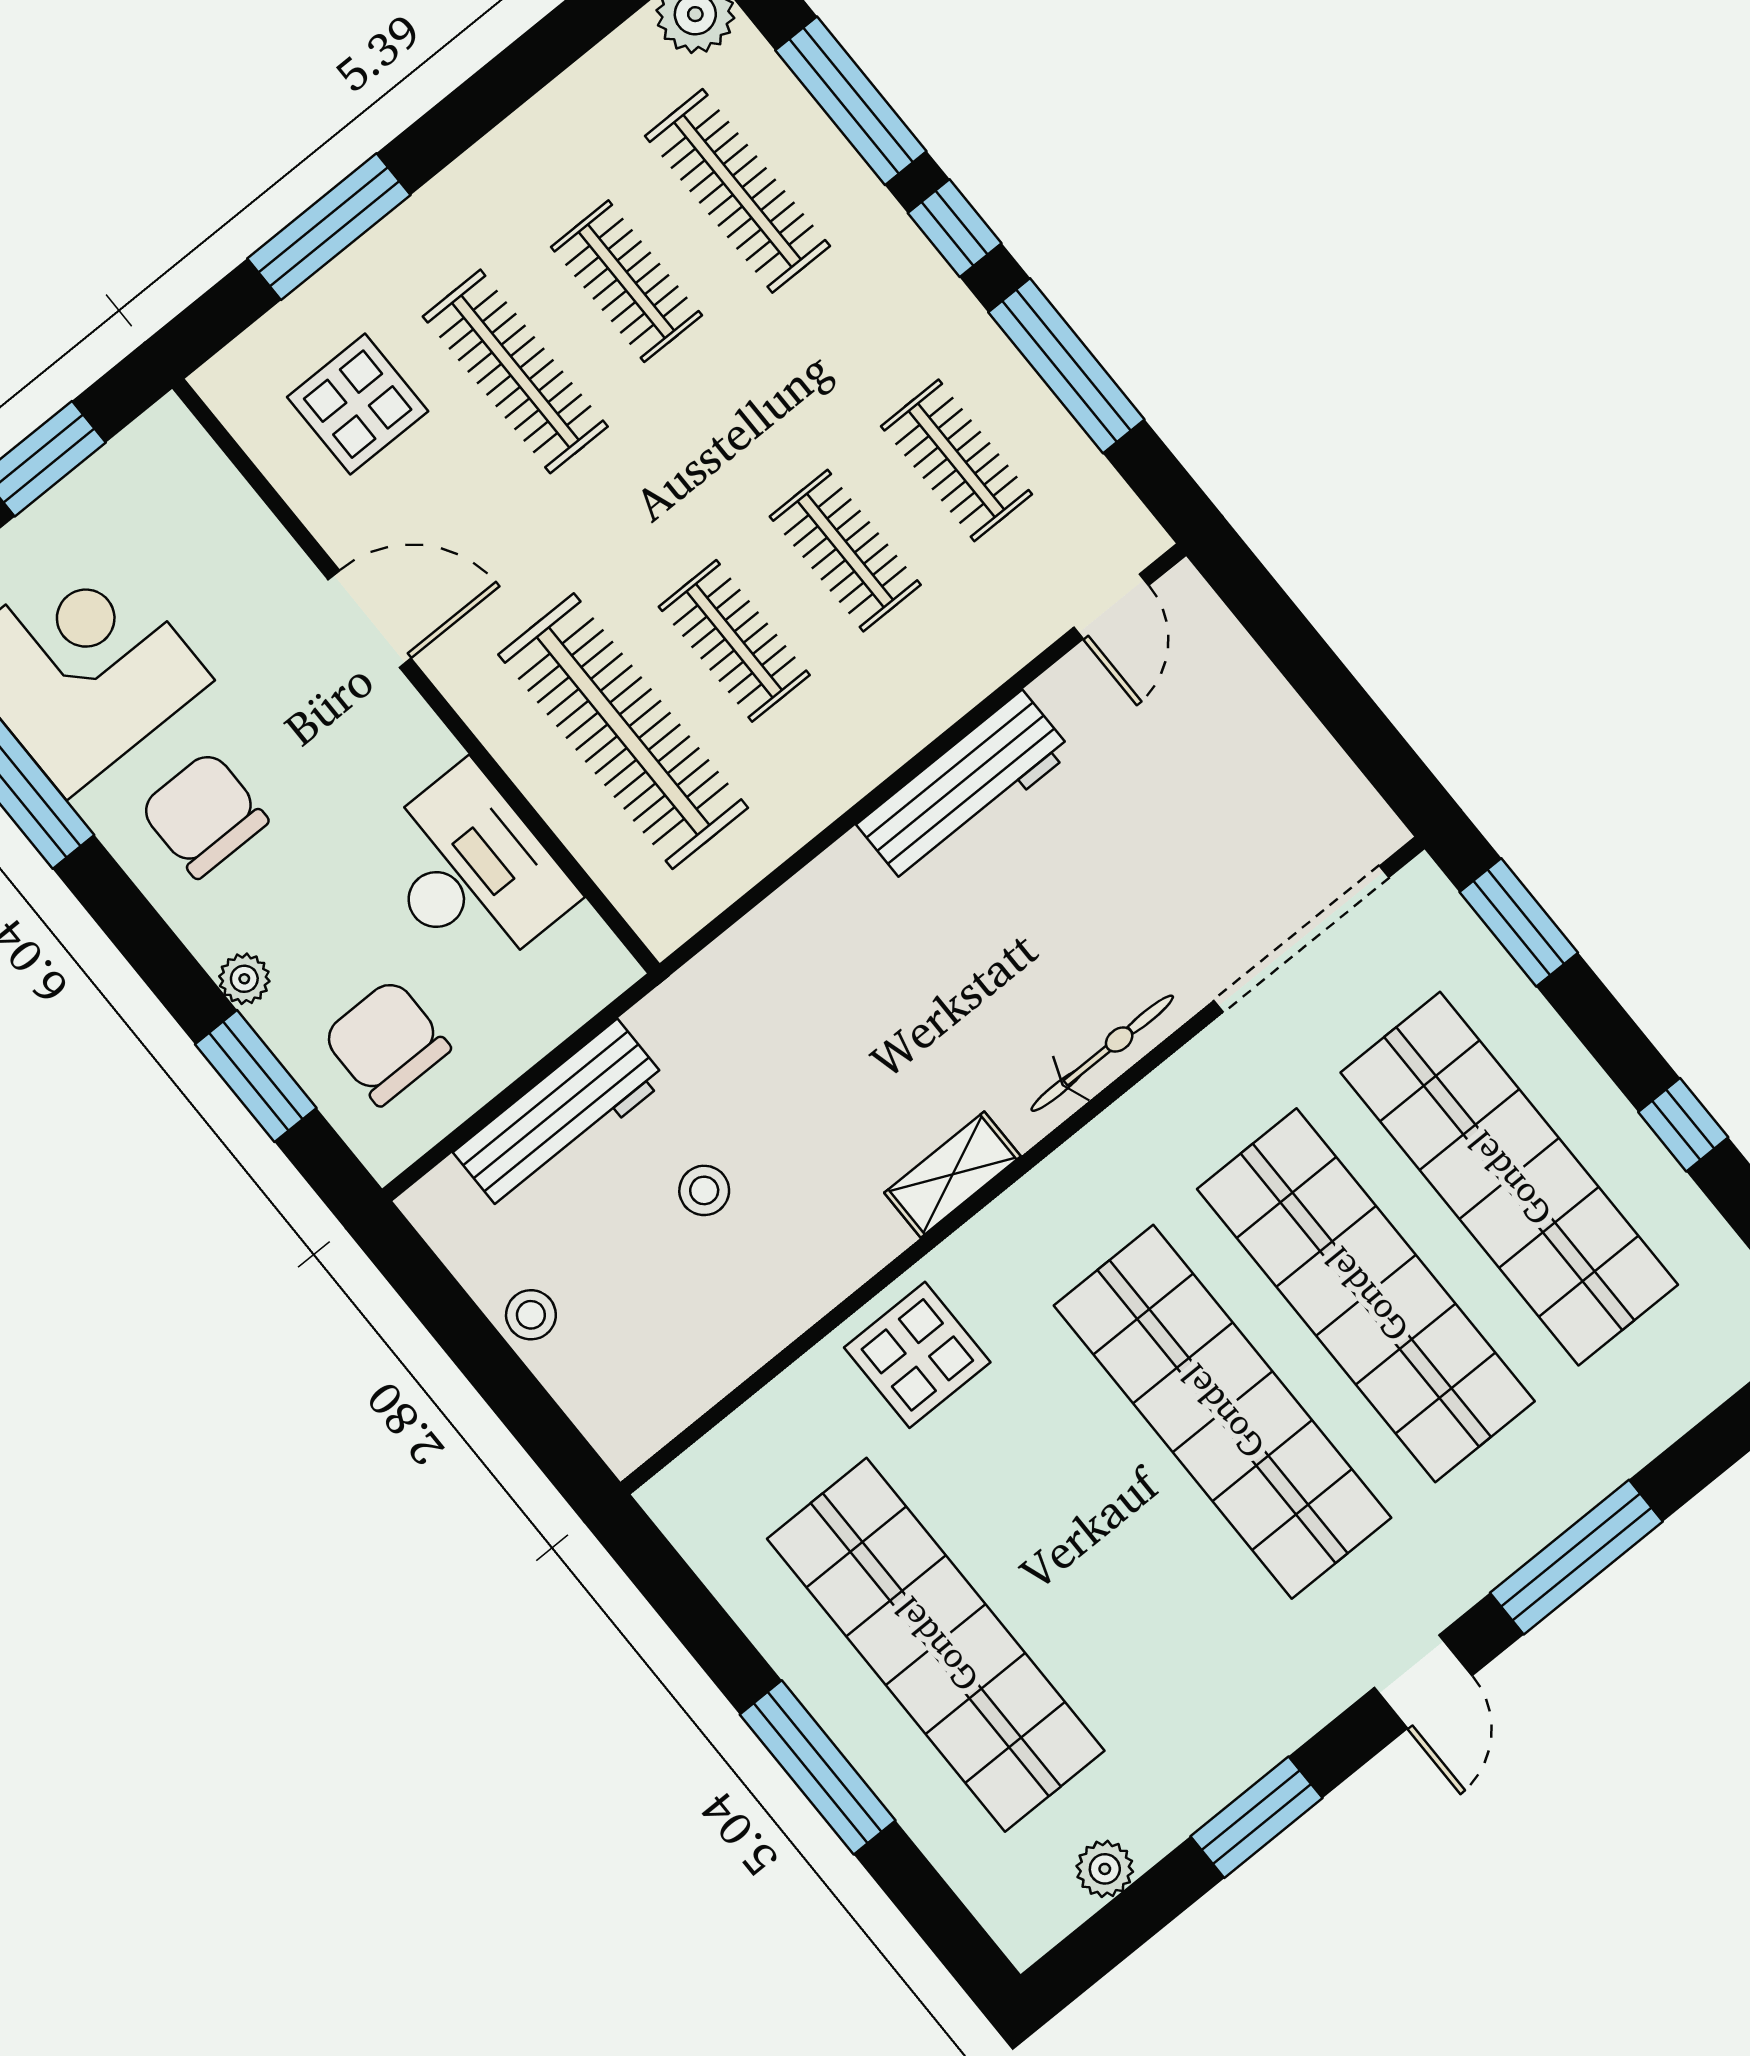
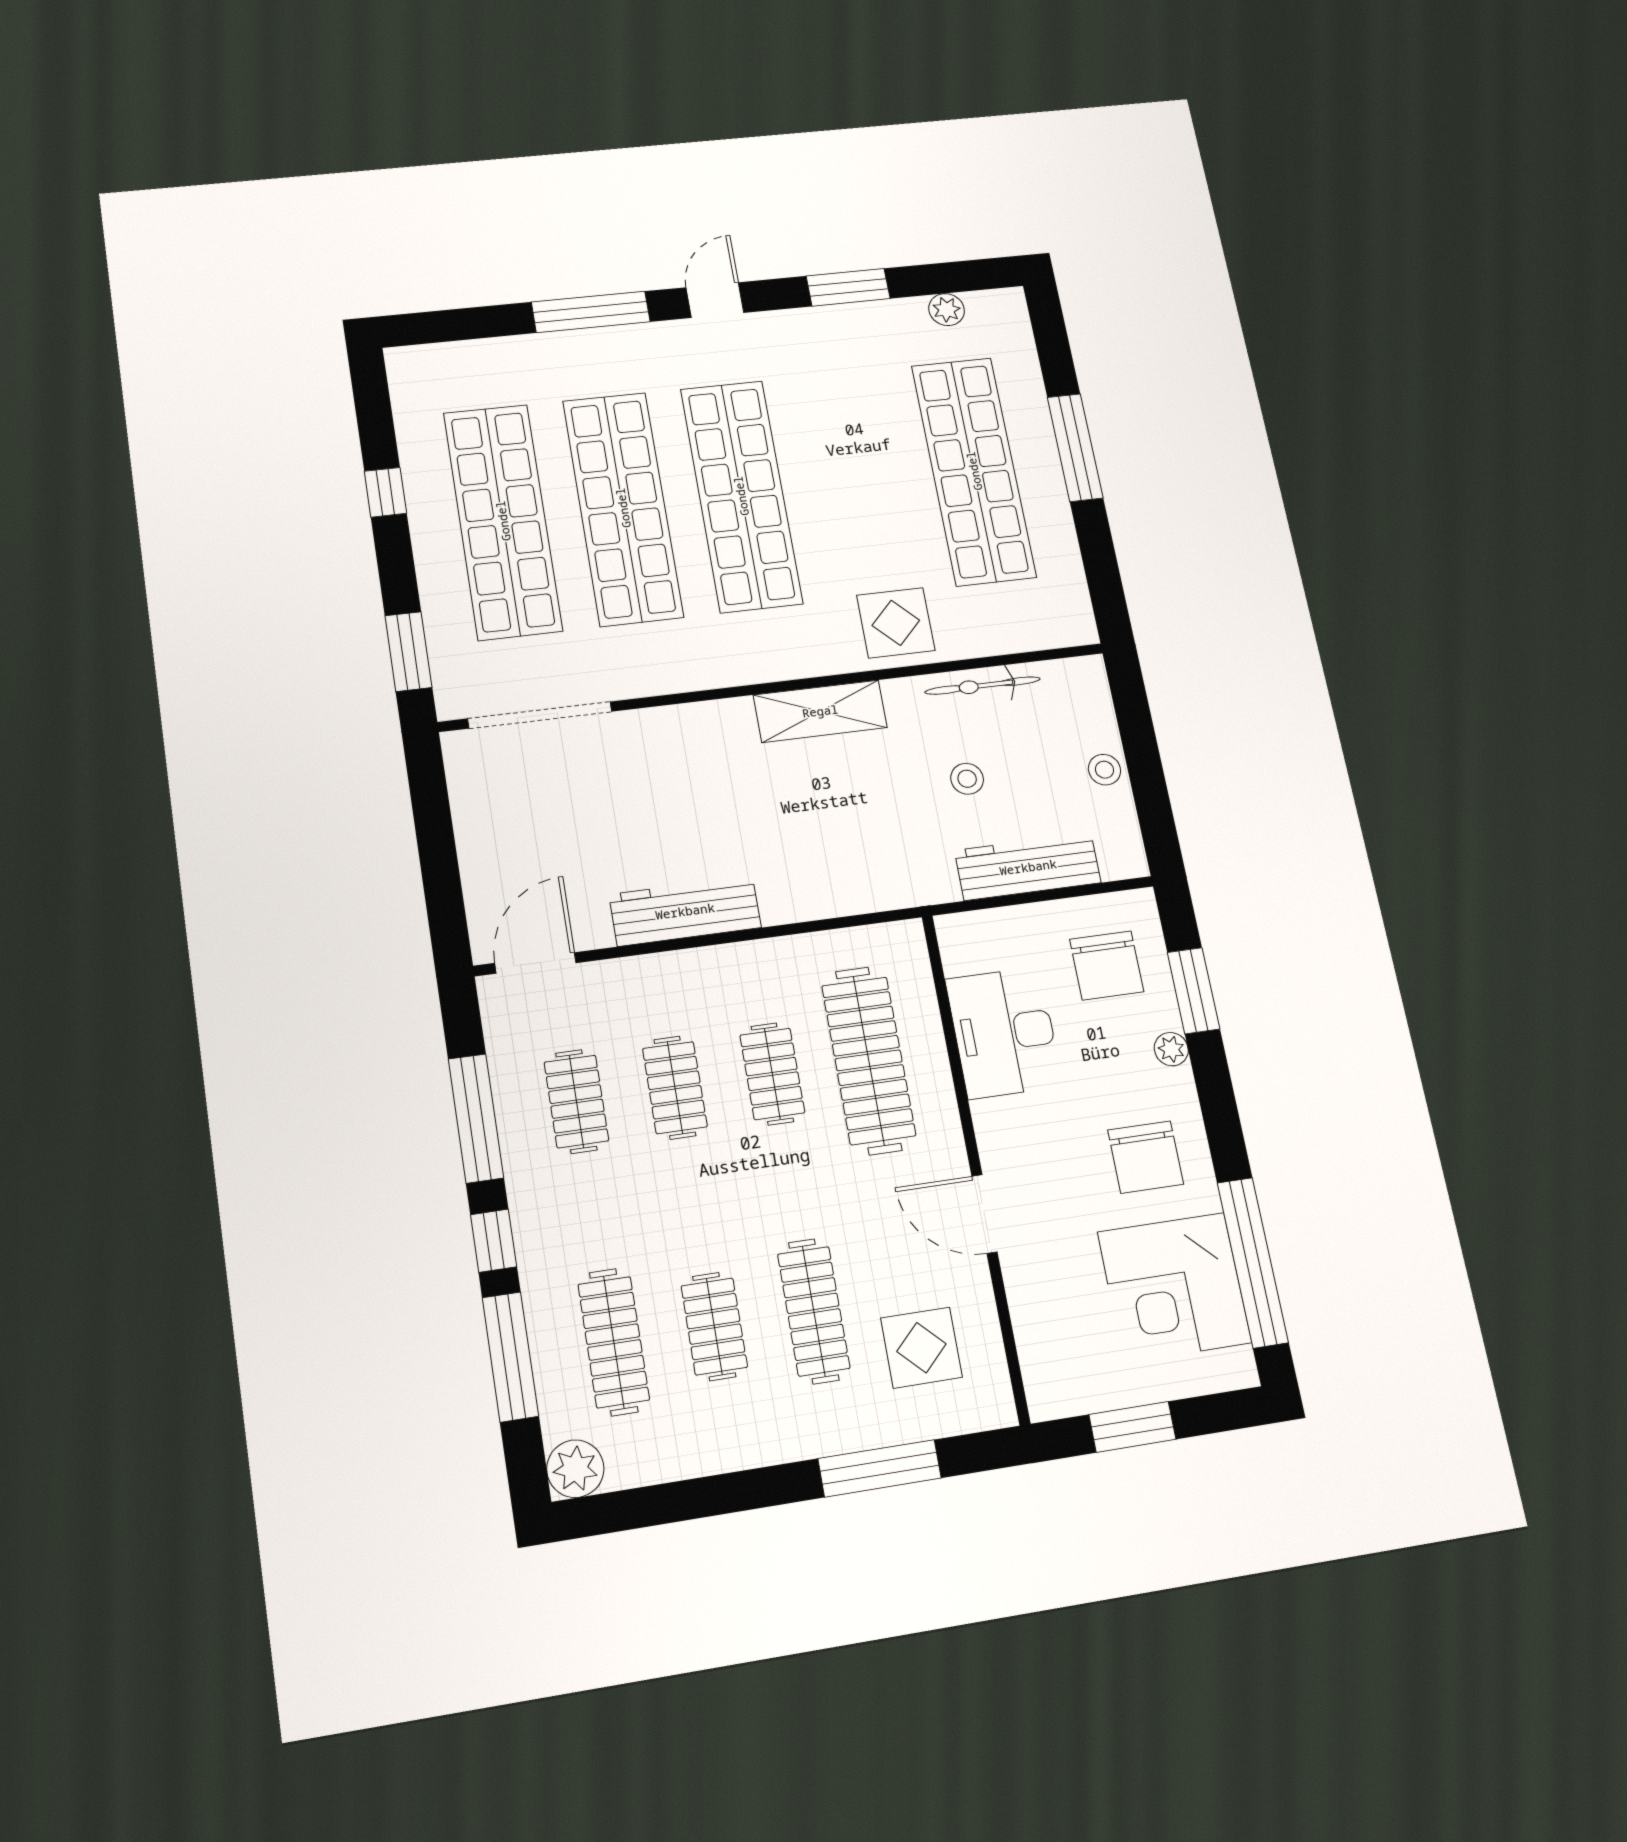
door: (1111, 606) -> (535, 963), width x1.38
bicycle: (1102, 1053) -> (983, 686), moved
shelving: (952, 1175) -> (820, 711), width x1.50, depth x1.33

